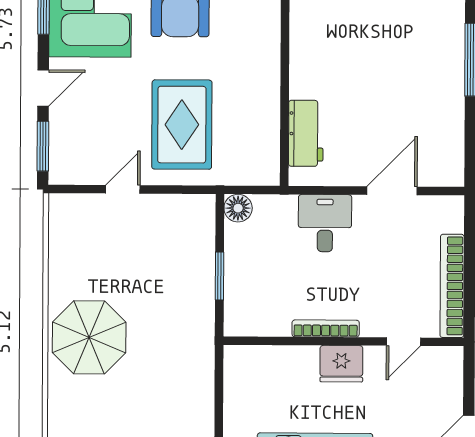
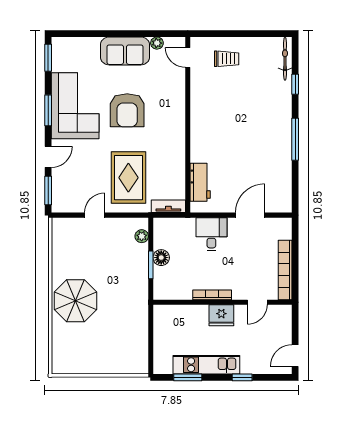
tv unit: (251, 175) -> (168, 206), added
floor lamp: (238, 208) -> (161, 258), moved
plant: (204, 226) -> (142, 236), added

